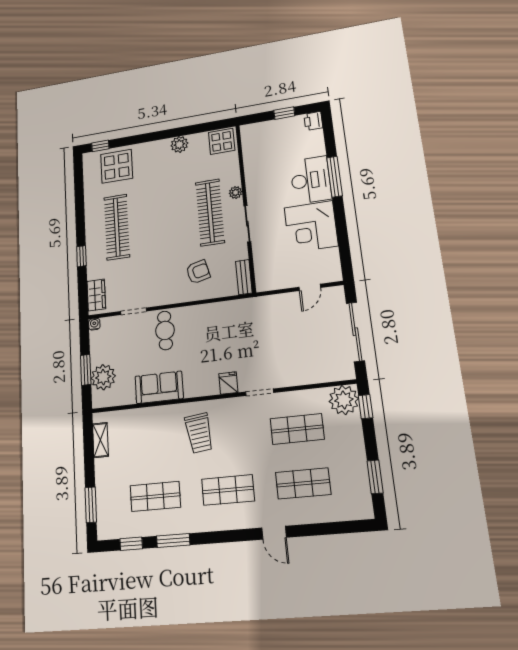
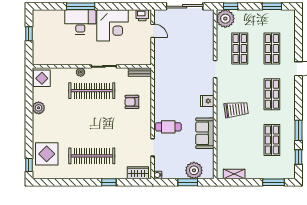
printer: (313, 121) -> (142, 15), moved
armchair: (198, 272) -> (132, 102), turned -76
fridge: (228, 383) -> (207, 101), moved

